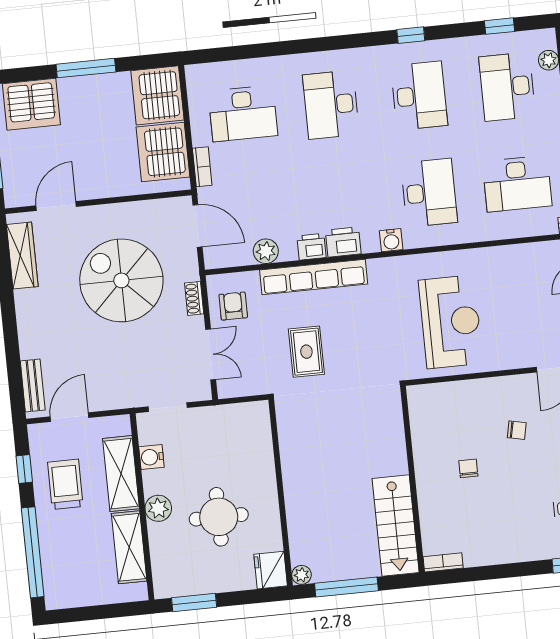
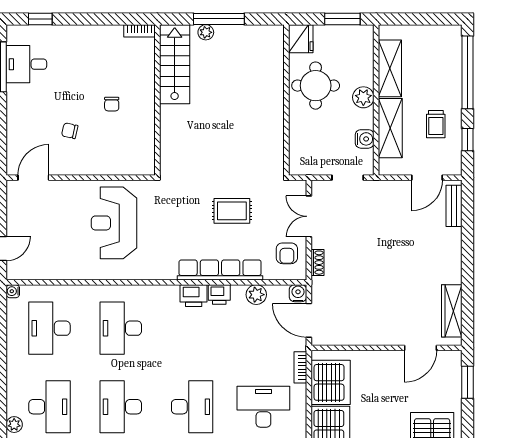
desk: (517, 184) -> (49, 328), turned -90
water cooler: (391, 240) -> (298, 293), moved
spiral stairs: (121, 280) -> (374, 283), removed
rug: (306, 352) -> (232, 211), turned 90
trolley: (65, 484) -> (436, 124), width x0.73, depth x0.72
wall: (281, 493) -> (286, 100), moved
fridge: (271, 570) -> (301, 39), moved
plant: (302, 575) -> (206, 32), moved

